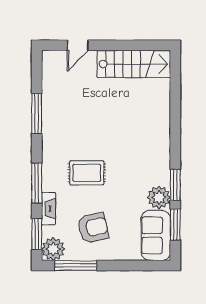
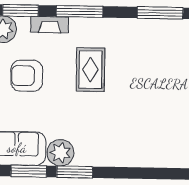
armchair: (93, 228) -> (27, 76), turned 102

